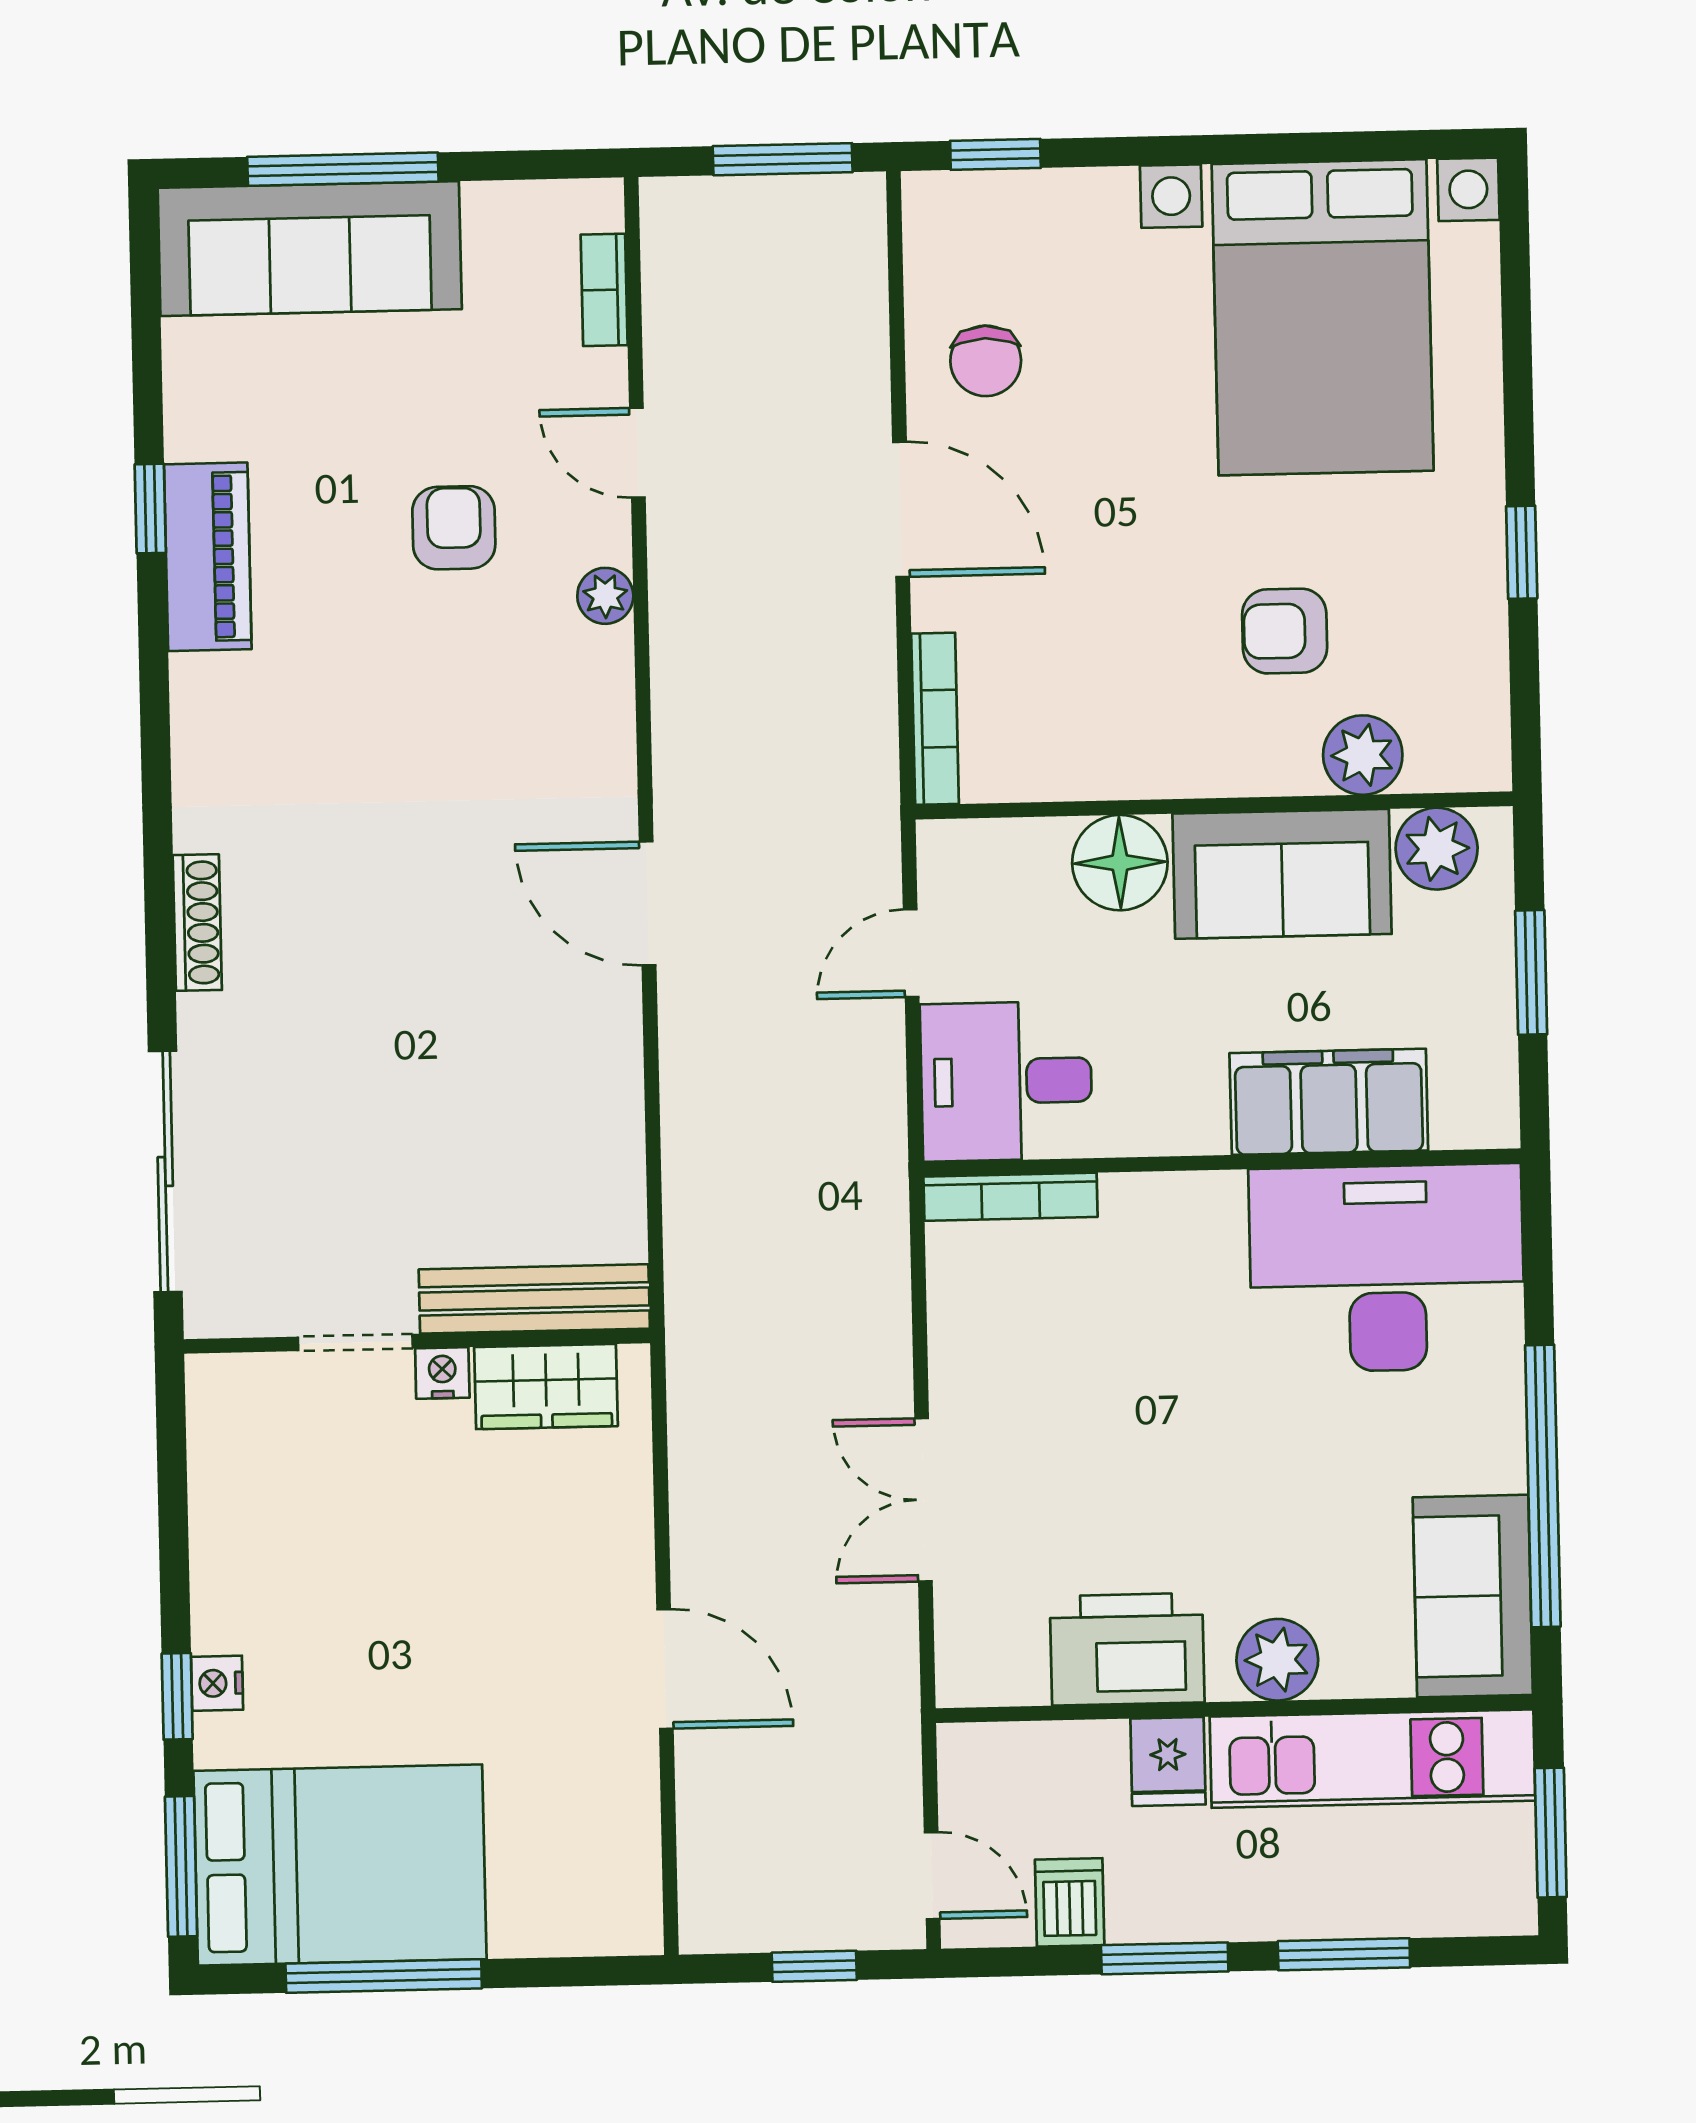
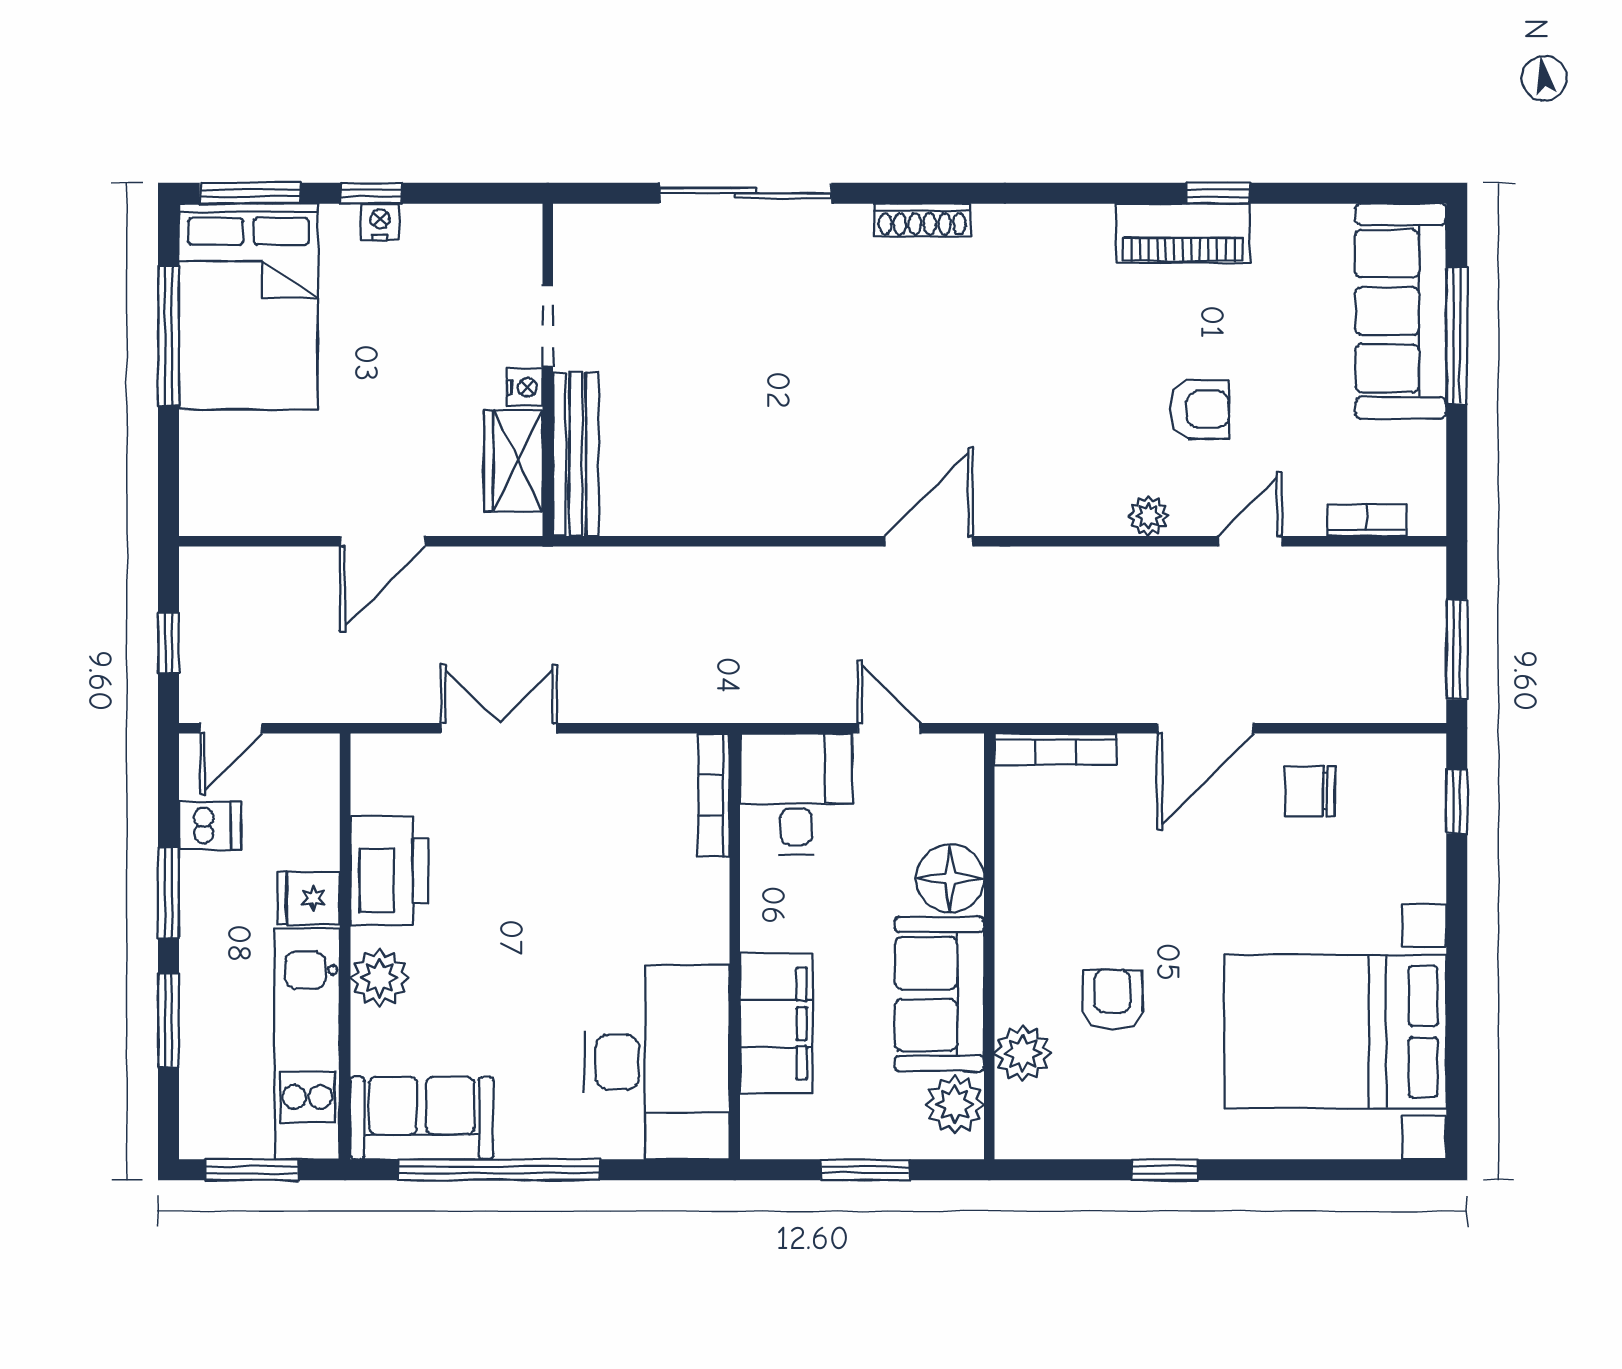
bench: (534, 1299) -> (576, 454), moved
wall: (417, 1341) -> (548, 370), moved
doorway: (355, 1342) -> (548, 326), moved
nightstand: (442, 1373) -> (525, 387), moved
wardrobe: (546, 1387) -> (513, 461), moved

